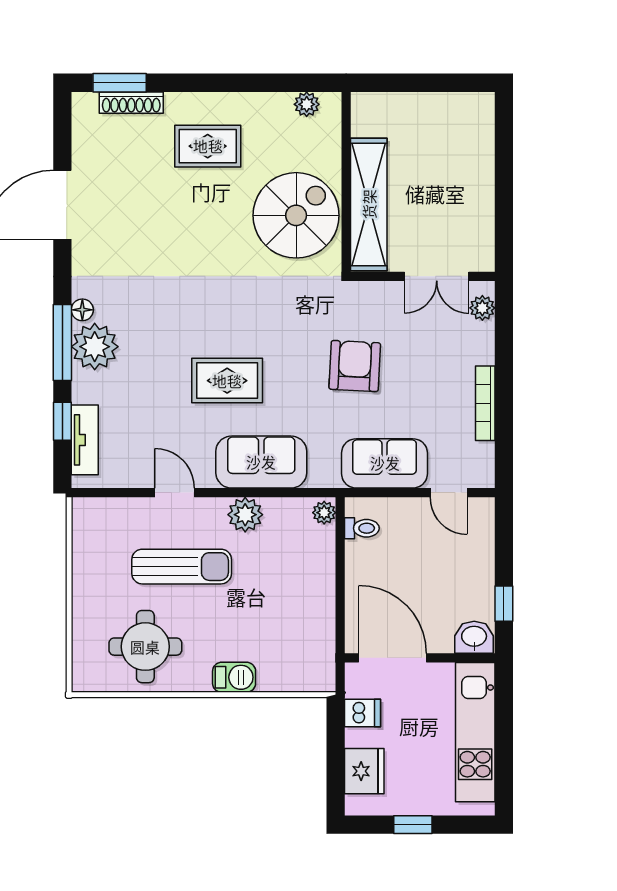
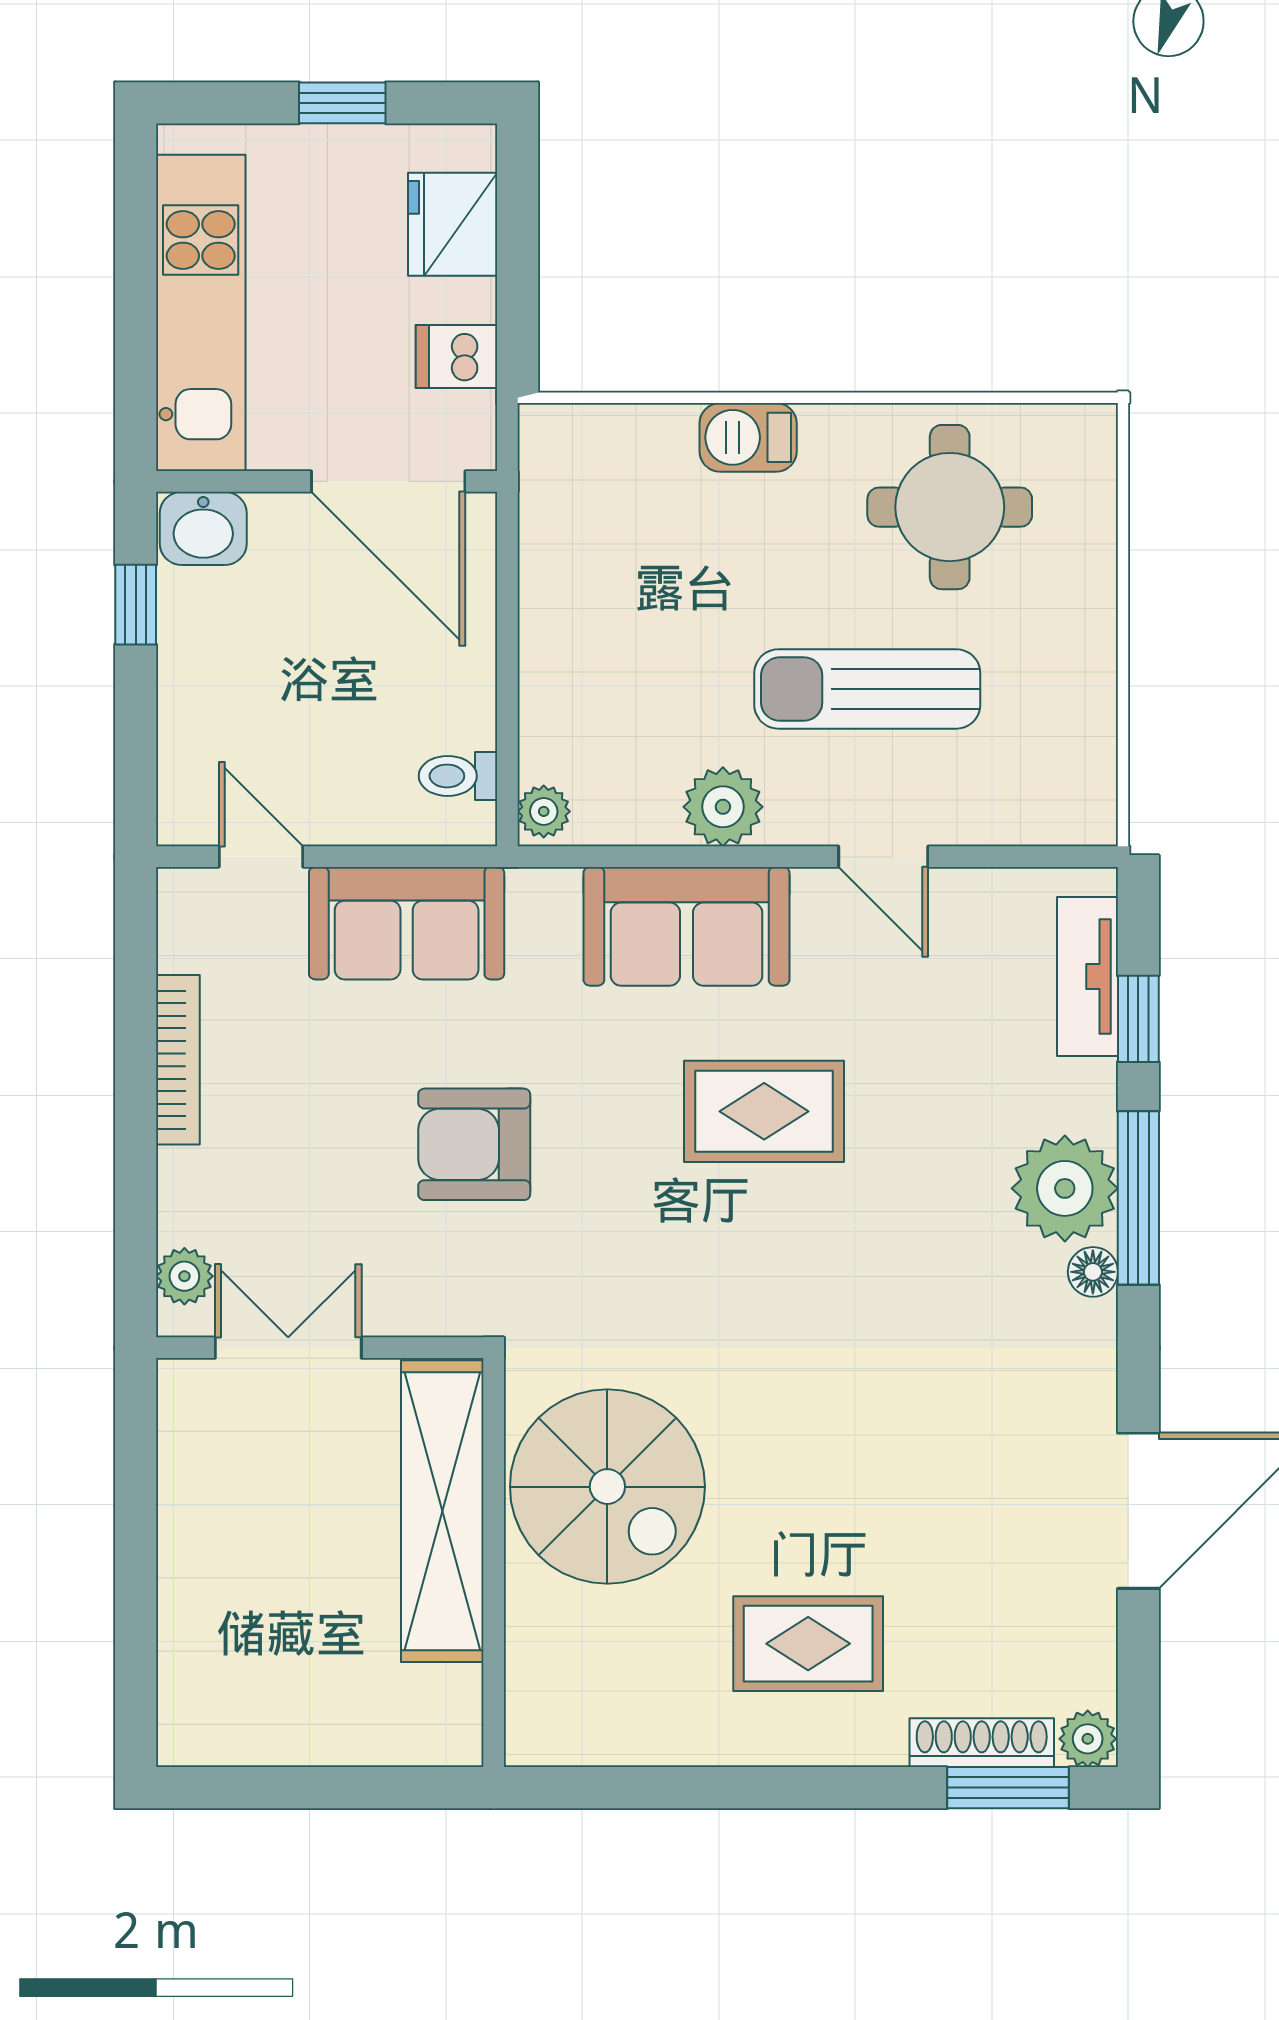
plant: (307, 104) -> (1088, 1739), moved
spiral stairs: (296, 215) -> (607, 1487), turned -90
armchair: (355, 366) -> (474, 1144), turned 87

